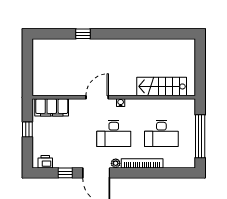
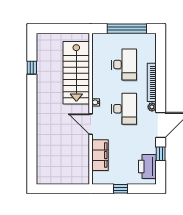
window: (83, 34) -> (32, 68), moved
stairs: (162, 86) -> (76, 73), width x1.36, depth x1.51
filing cabinet: (52, 107) -> (100, 155), moved
printer: (45, 162) -> (147, 166), width x1.87, depth x1.48

